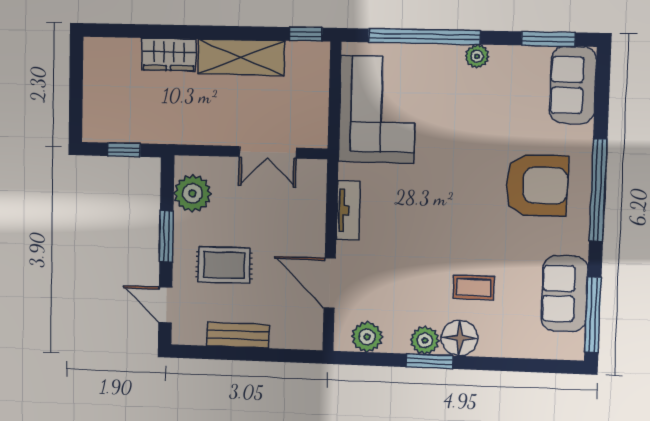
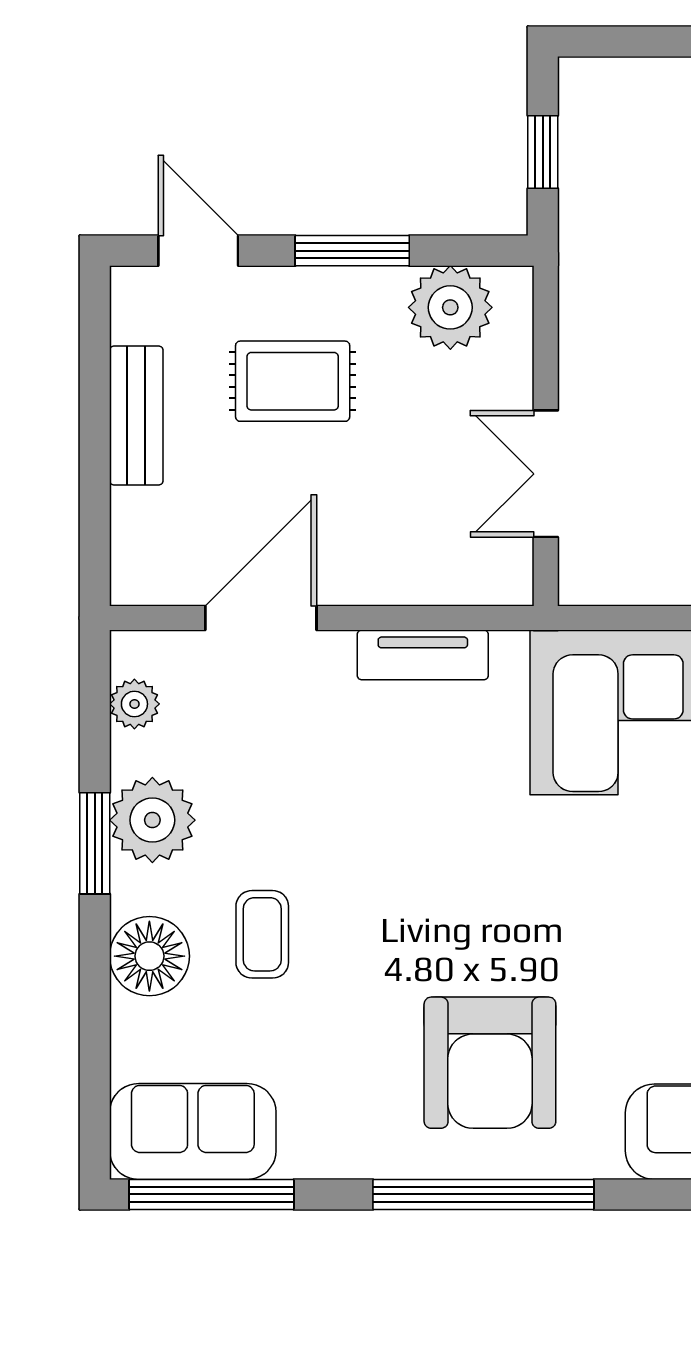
rug: (224, 265) -> (293, 381), turned 90
sofa: (564, 294) -> (193, 1131), moved
door: (165, 305) -> (198, 251), hinge flipped
plant: (367, 337) -> (134, 704), width x0.73, depth x0.73
floor lamp: (459, 338) -> (149, 956), moved
plant: (425, 340) -> (152, 820), width x1.36, depth x1.36

